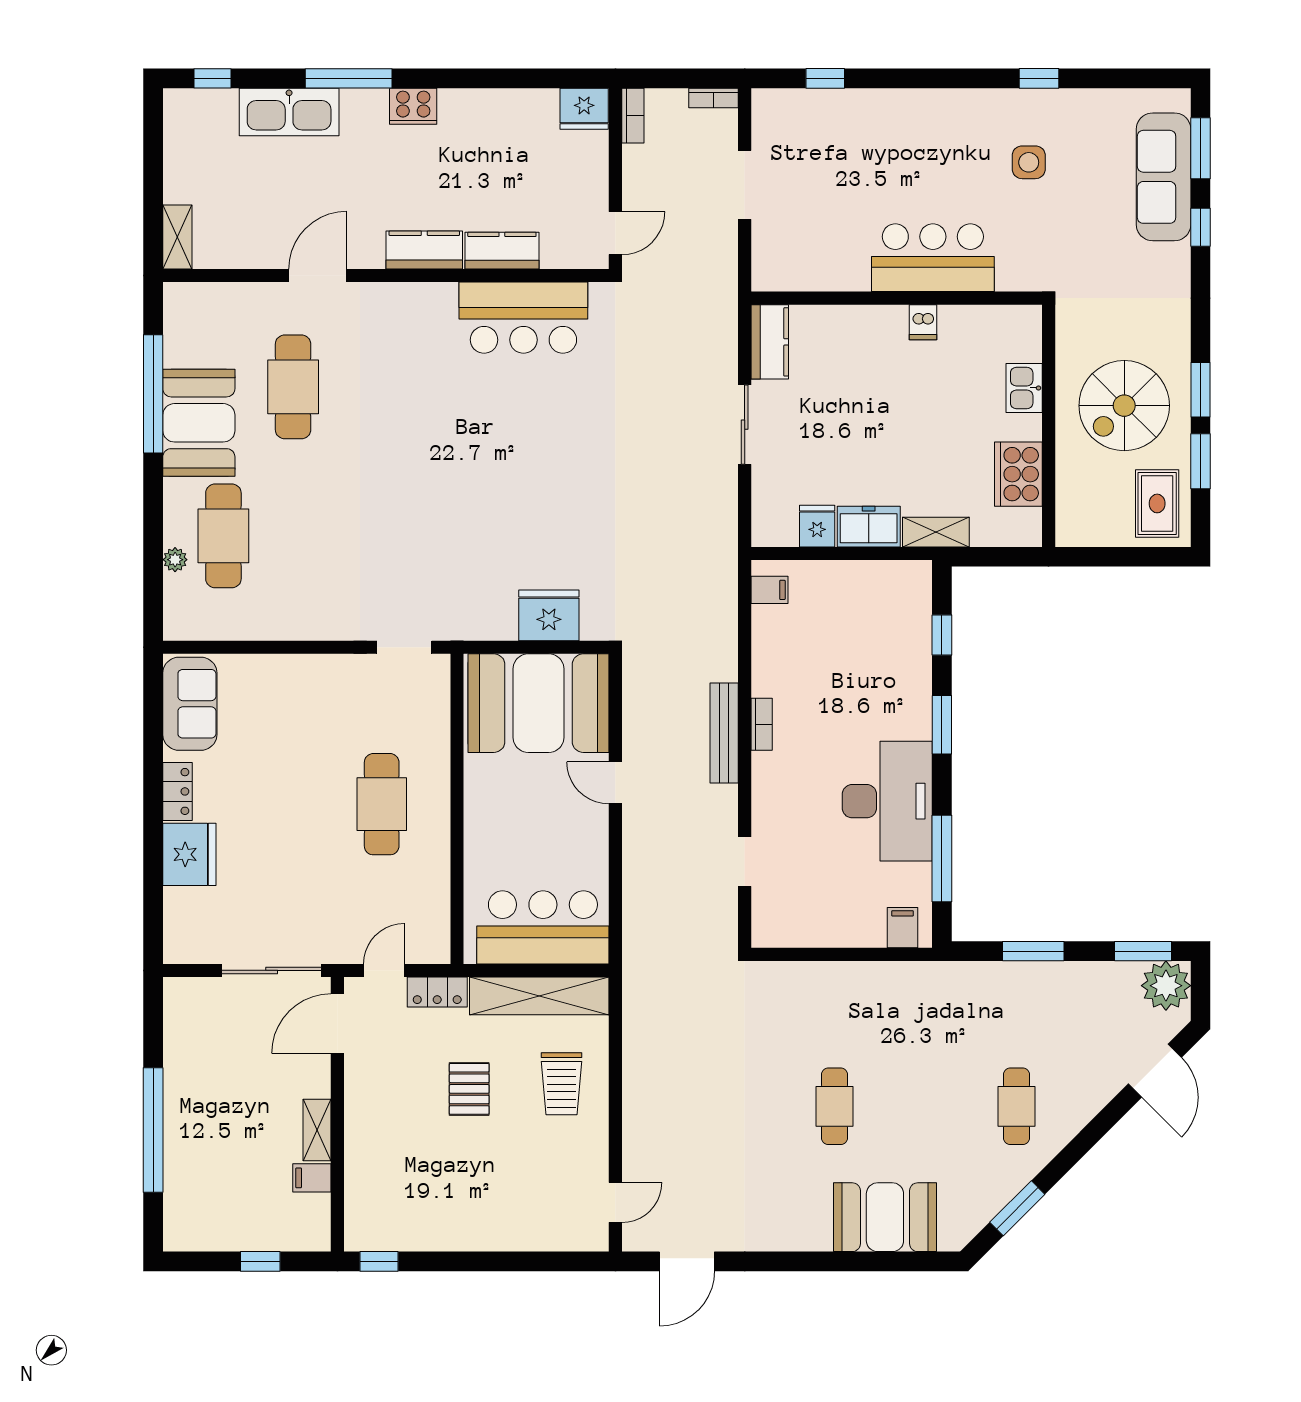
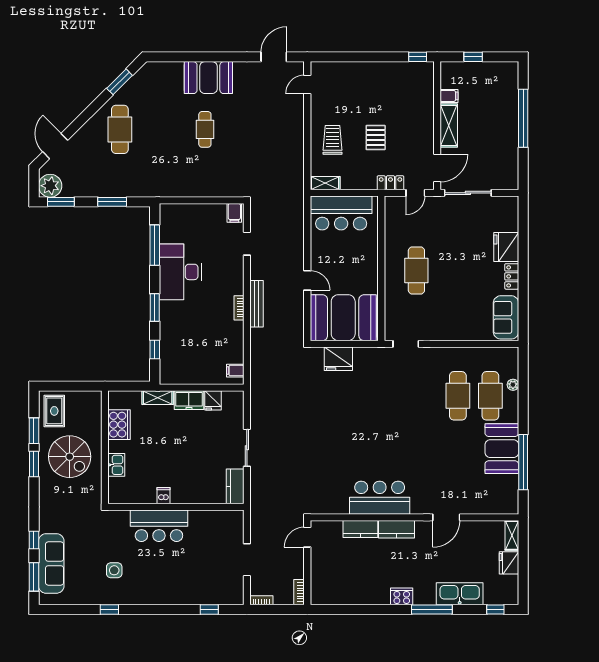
fridge: (584, 109) -> (509, 563), moved, turned -90
bar counter: (523, 318) -> (380, 498), moved
cafe table: (293, 387) -> (458, 396), moved
spiral stairs: (1124, 406) -> (70, 457), turned 90
filing cabinet: (903, 928) -> (234, 213), moved
shelving: (539, 996) -> (325, 183), width x0.45, depth x0.75
cafe table: (1016, 1106) -> (120, 129), width x1.37, depth x1.35
shelving: (317, 1130) -> (449, 126), width x1.50, depth x1.33
booth: (885, 1217) -> (208, 78), moved

